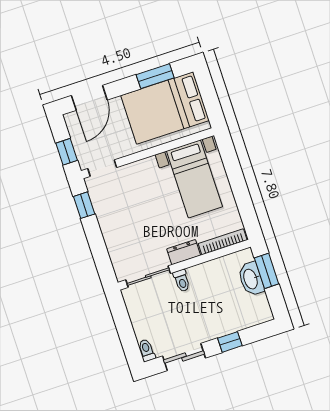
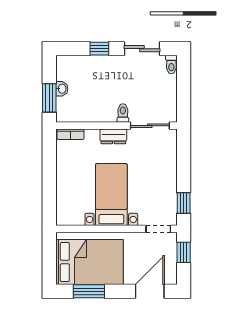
bed with nightstands: (194, 179) -> (111, 195), moved
bookcase: (223, 242) -> (70, 134), width x0.64
washbasin: (251, 279) -> (62, 89), width x0.52, depth x0.69

